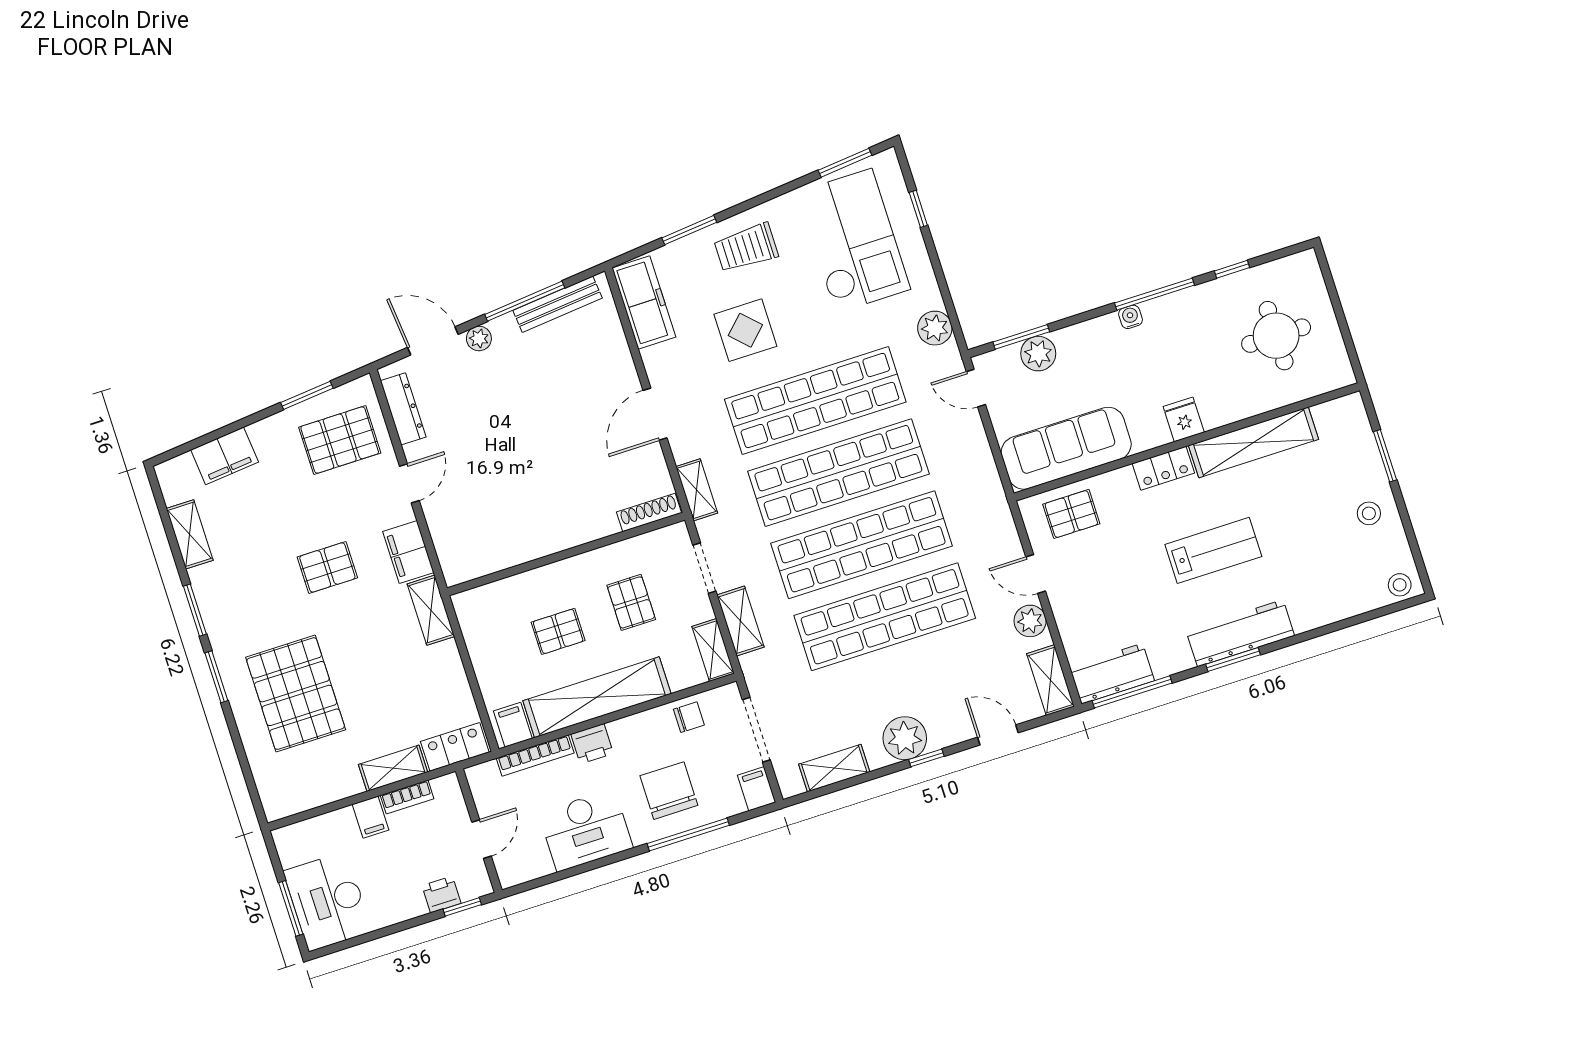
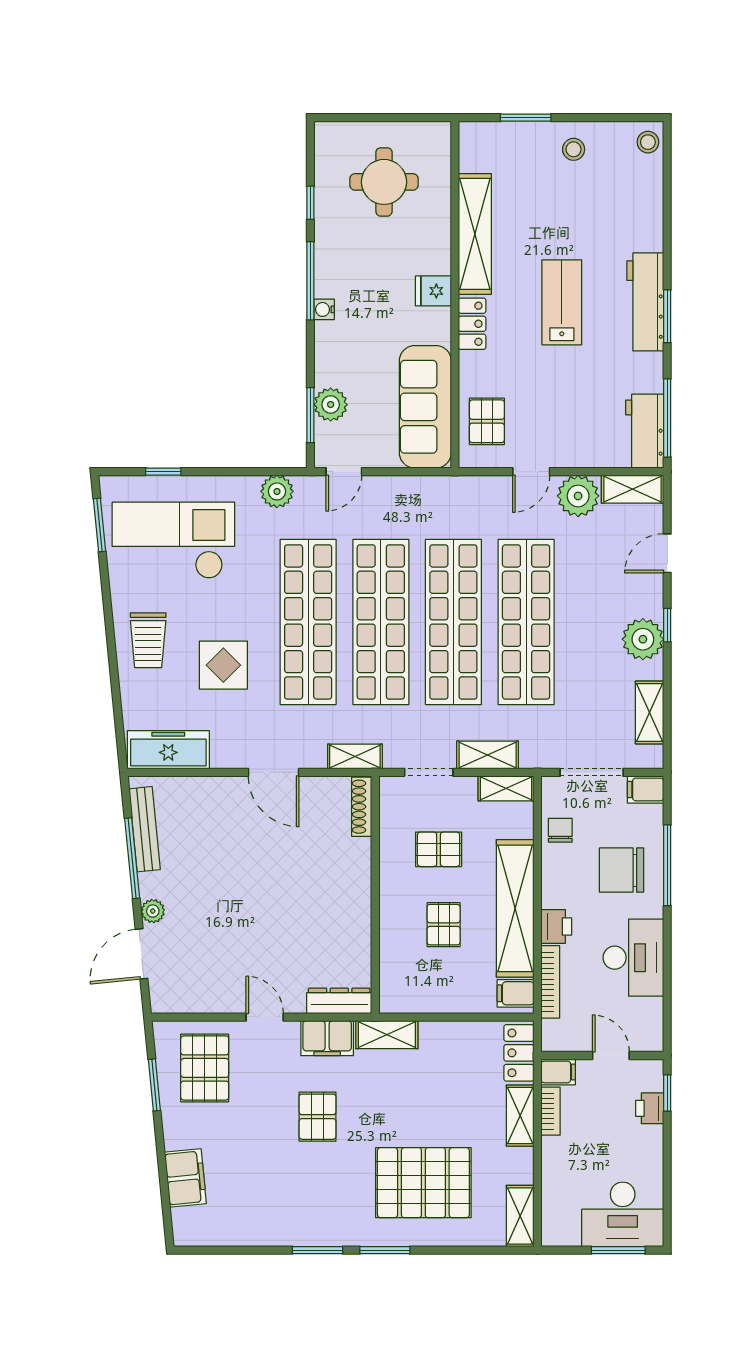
window: (689, 230) -> (115, 687), removed
dresser: (403, 409) -> (339, 1001), moved
shelving: (190, 534) -> (520, 1216), moved, turned 90
plant: (1030, 621) -> (578, 496), width x1.36, depth x1.36
filing cabinet: (370, 817) -> (558, 1072), moved

